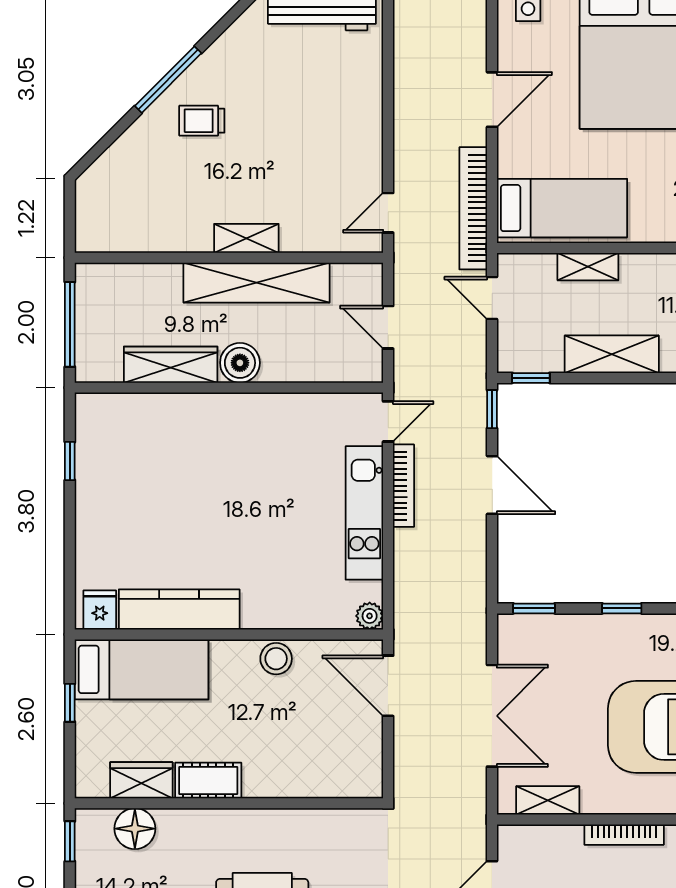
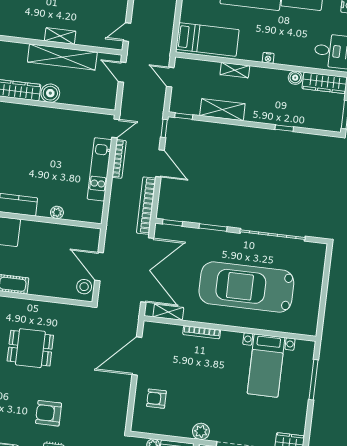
bookcase: (473, 208) -> (146, 206), moved
shelving: (588, 267) -> (235, 70), moved
door: (388, 327) -> (122, 72), moved
window: (622, 608) -> (213, 228), width x1.50
plant: (370, 616) -> (57, 212), moved
stool: (276, 659) -> (84, 287), moved
door: (388, 686) -> (99, 266), moved
double door: (492, 716) -> (147, 270), width x1.36

